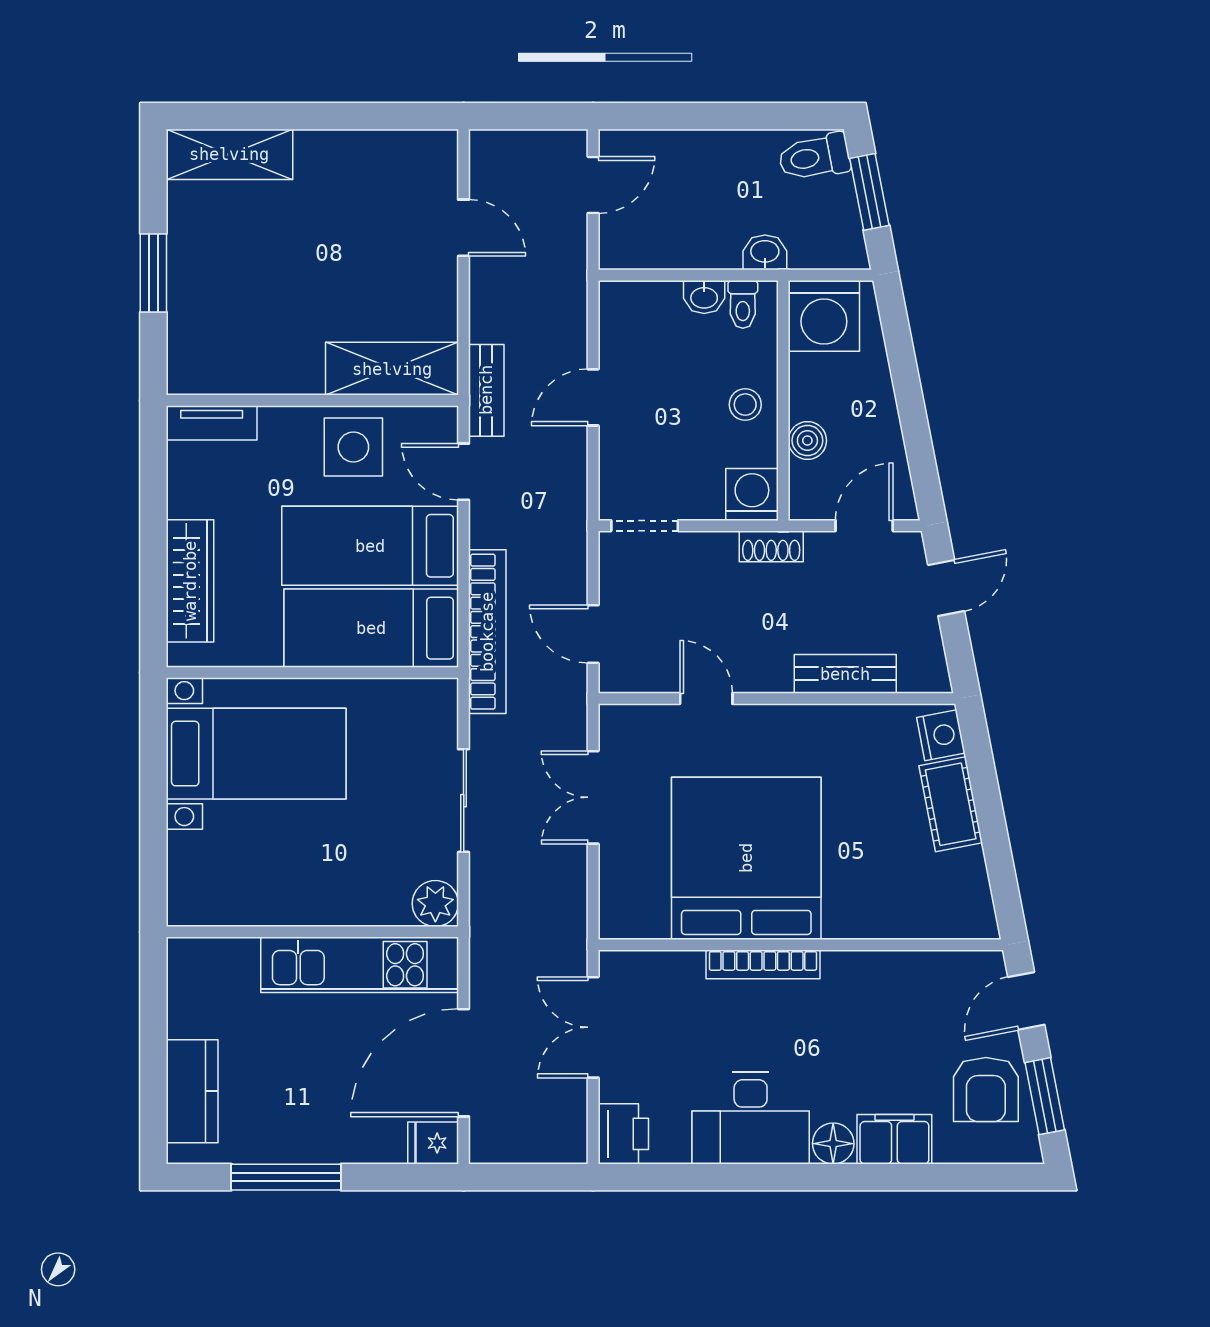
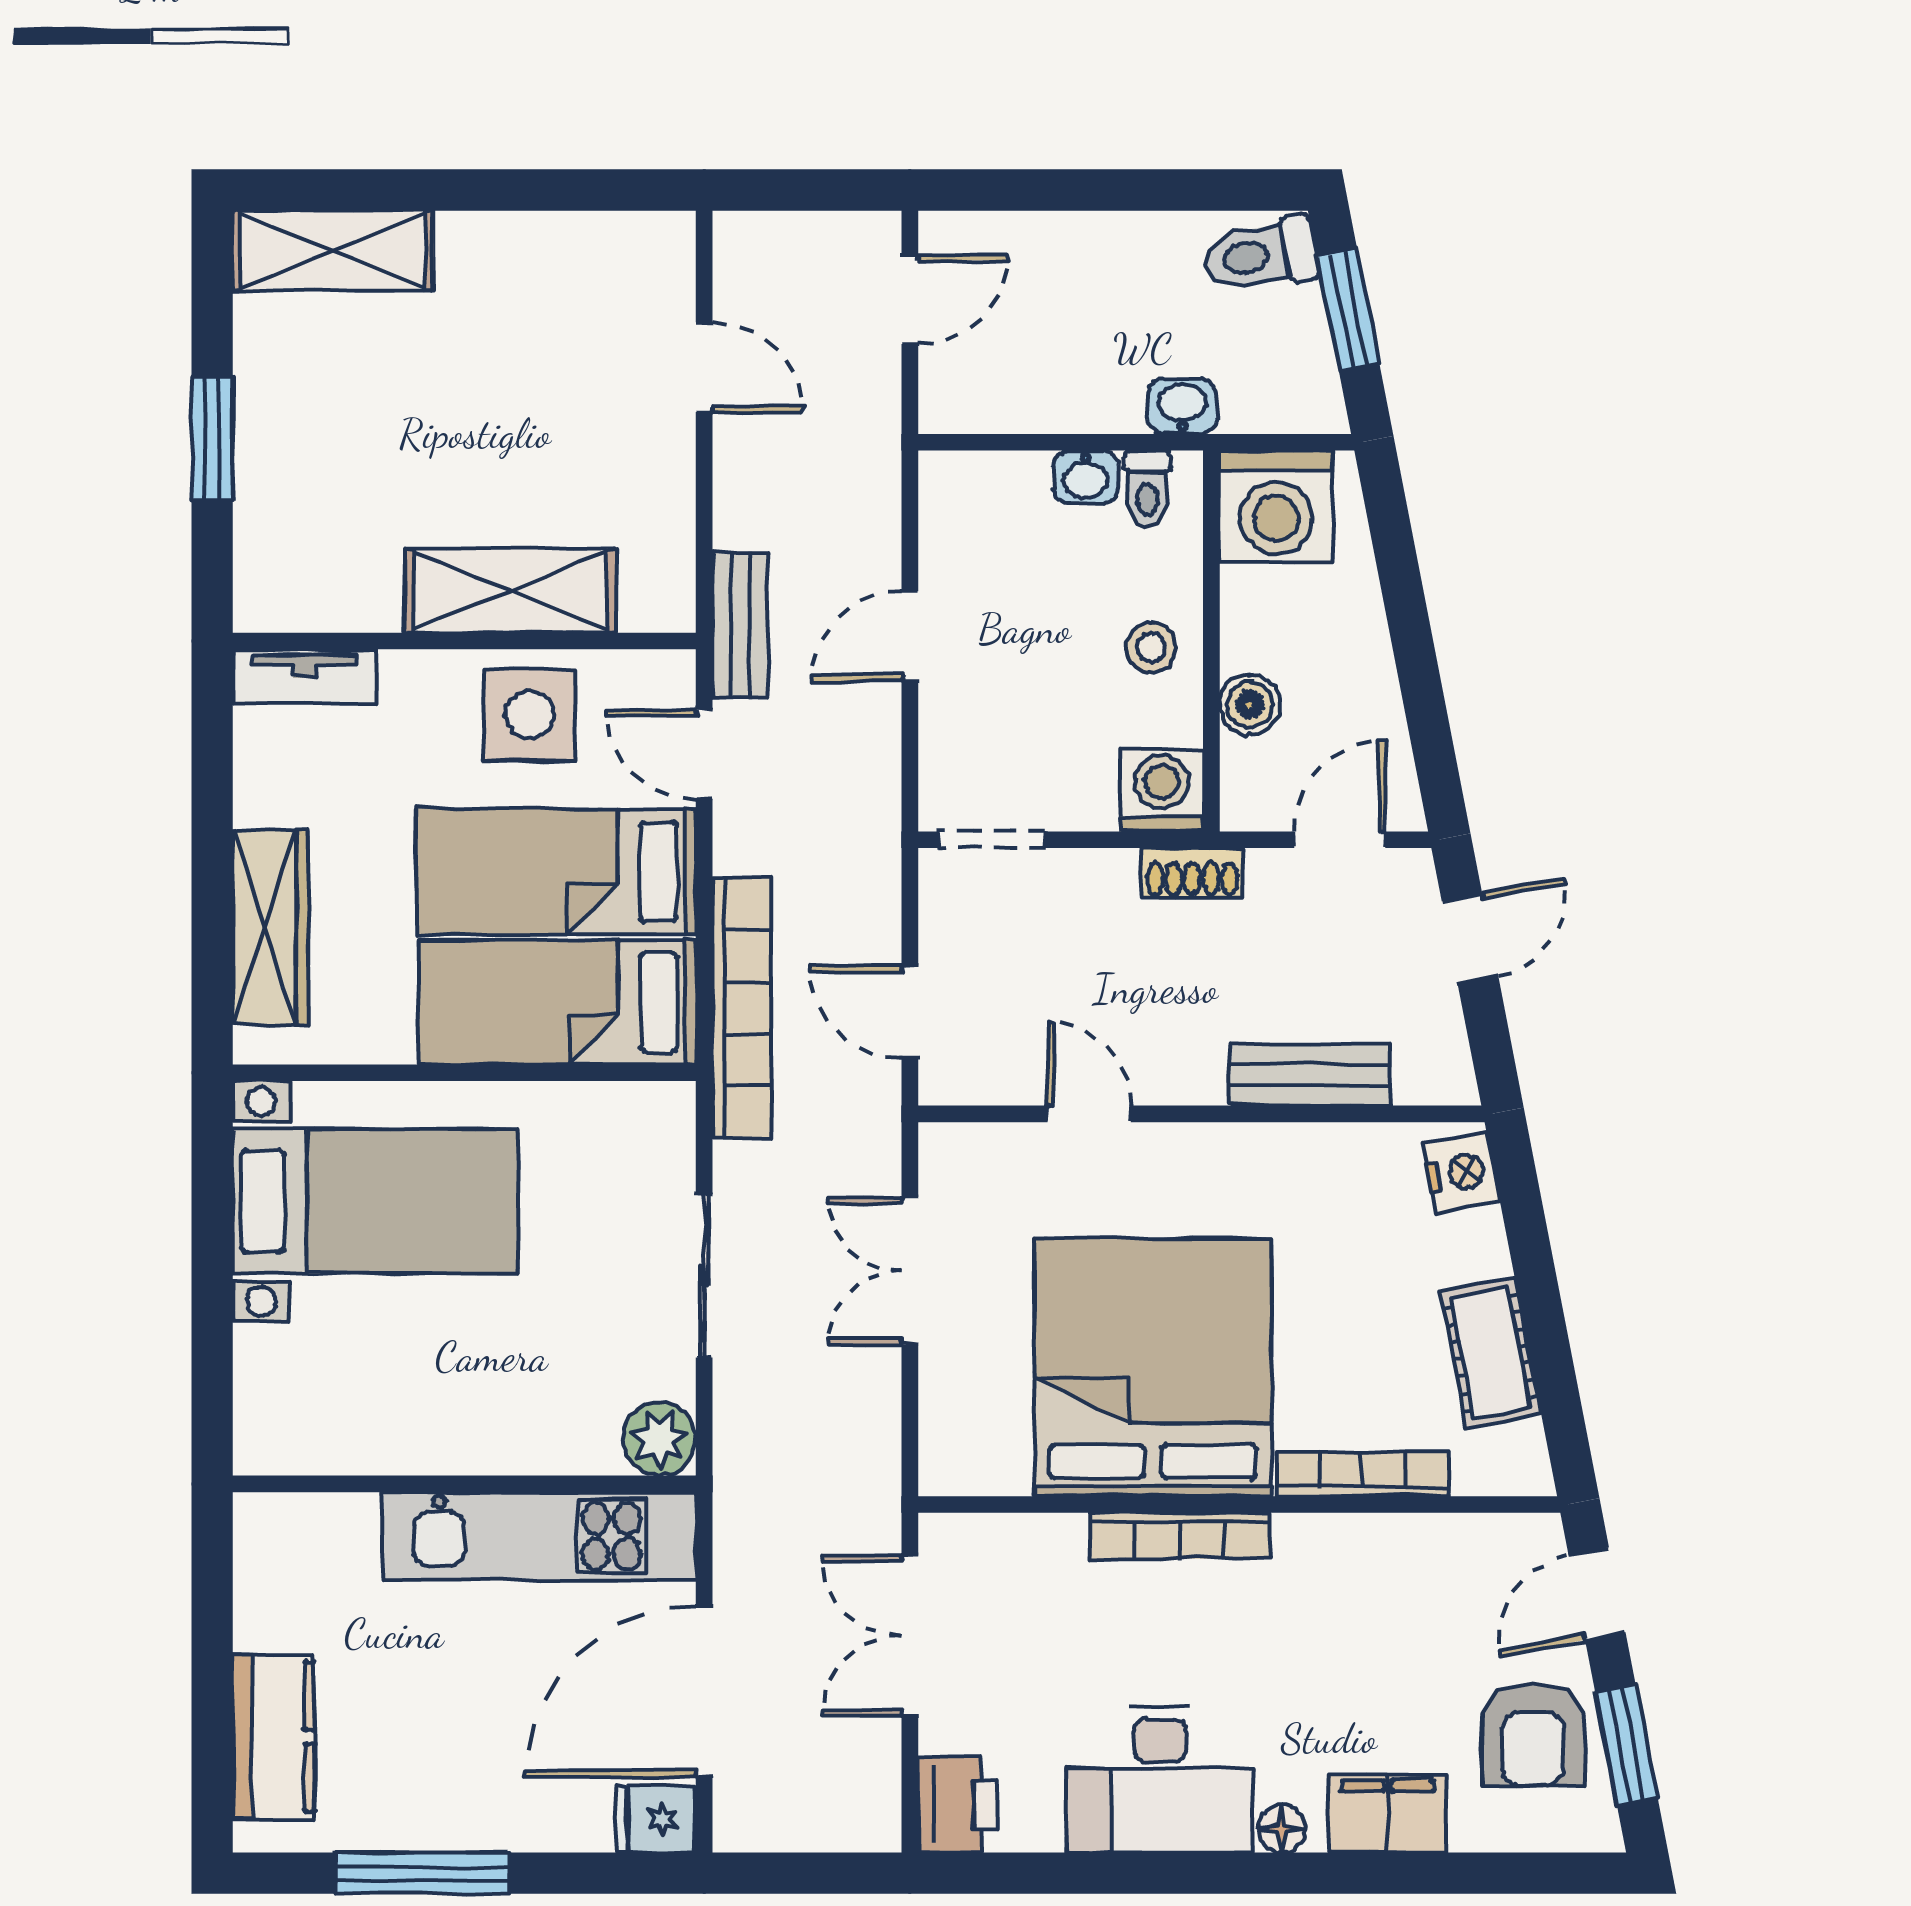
shelving: (392, 369) -> (510, 591), moved
cot: (951, 804) -> (1491, 1353), moved
bookcase: (879, 926) -> (1363, 1474), added
floor lamp: (833, 1144) -> (1282, 1829), width x0.73, depth x0.73

